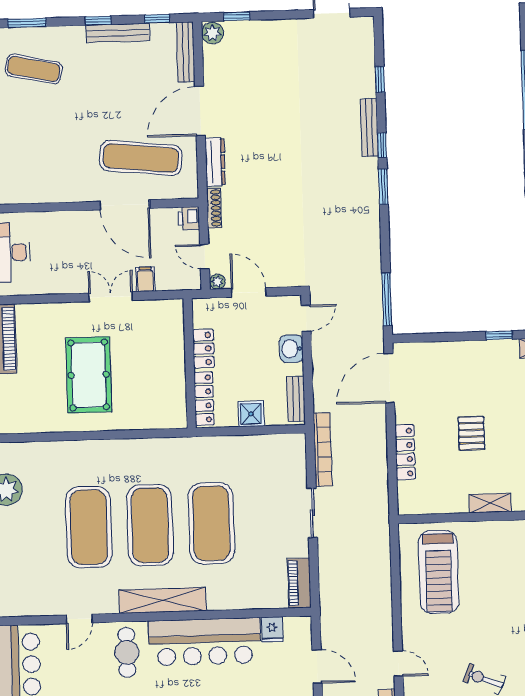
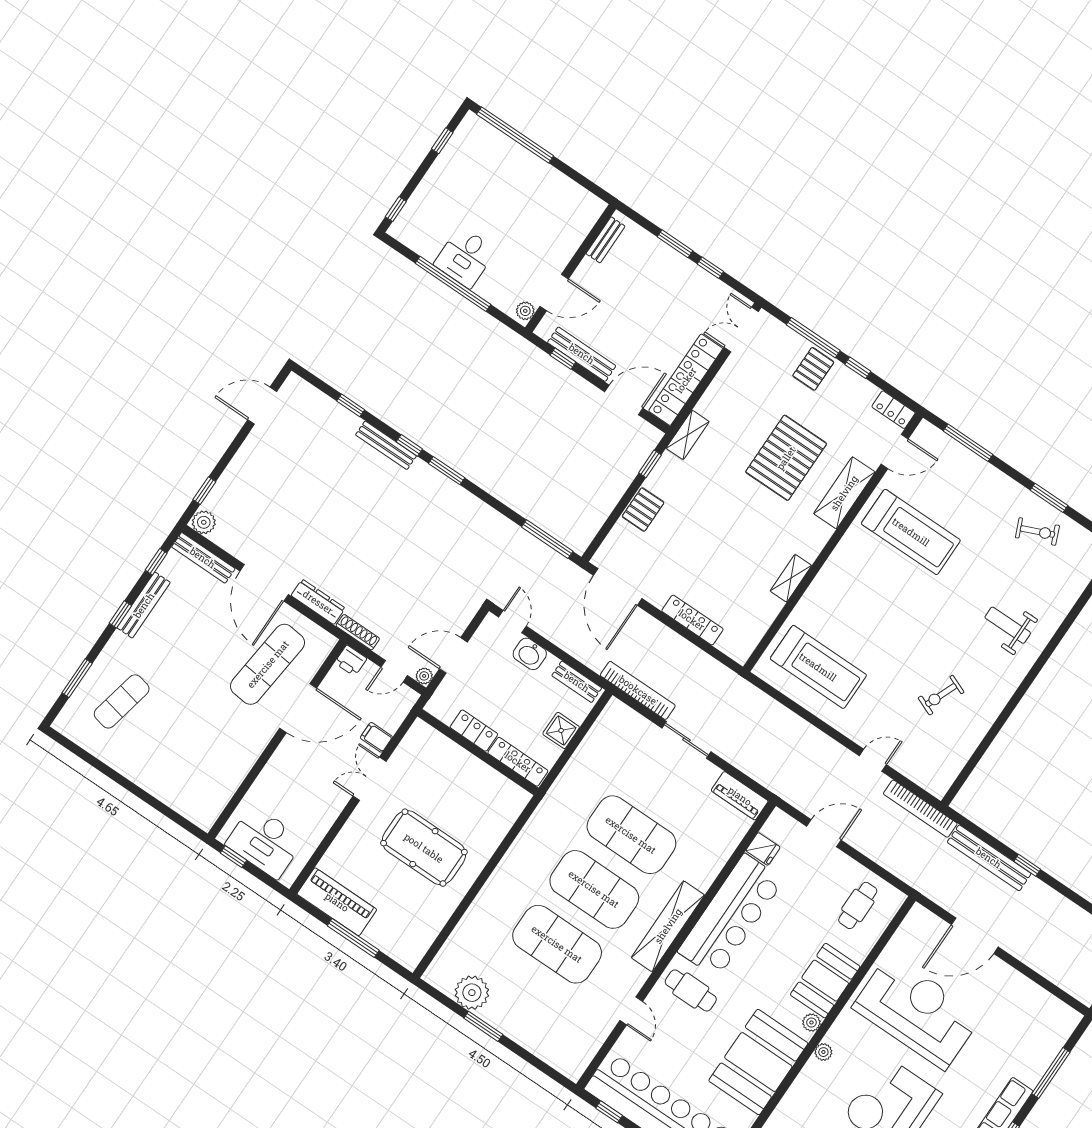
pallet: (471, 433) -> (643, 510), moved, turned 90

